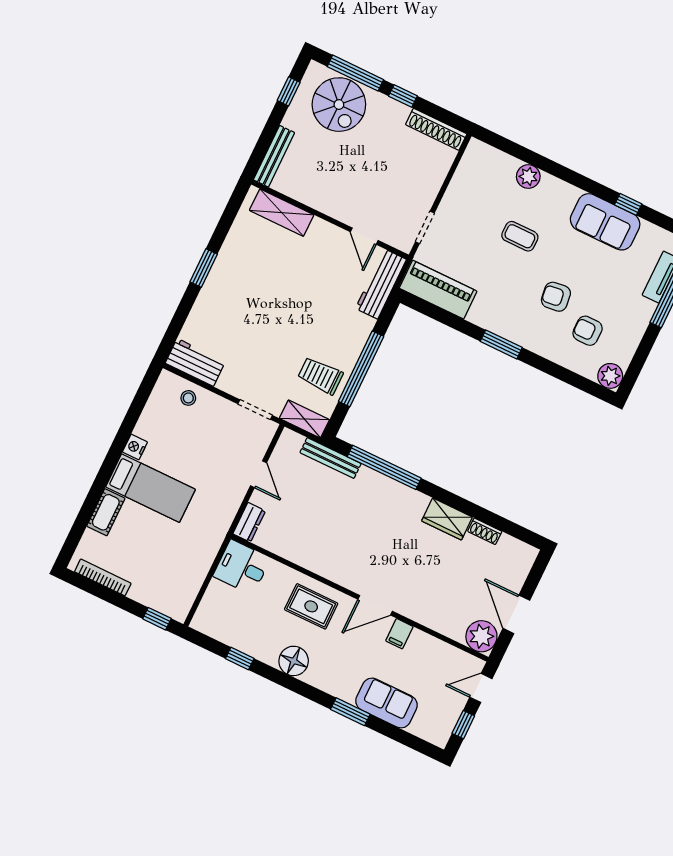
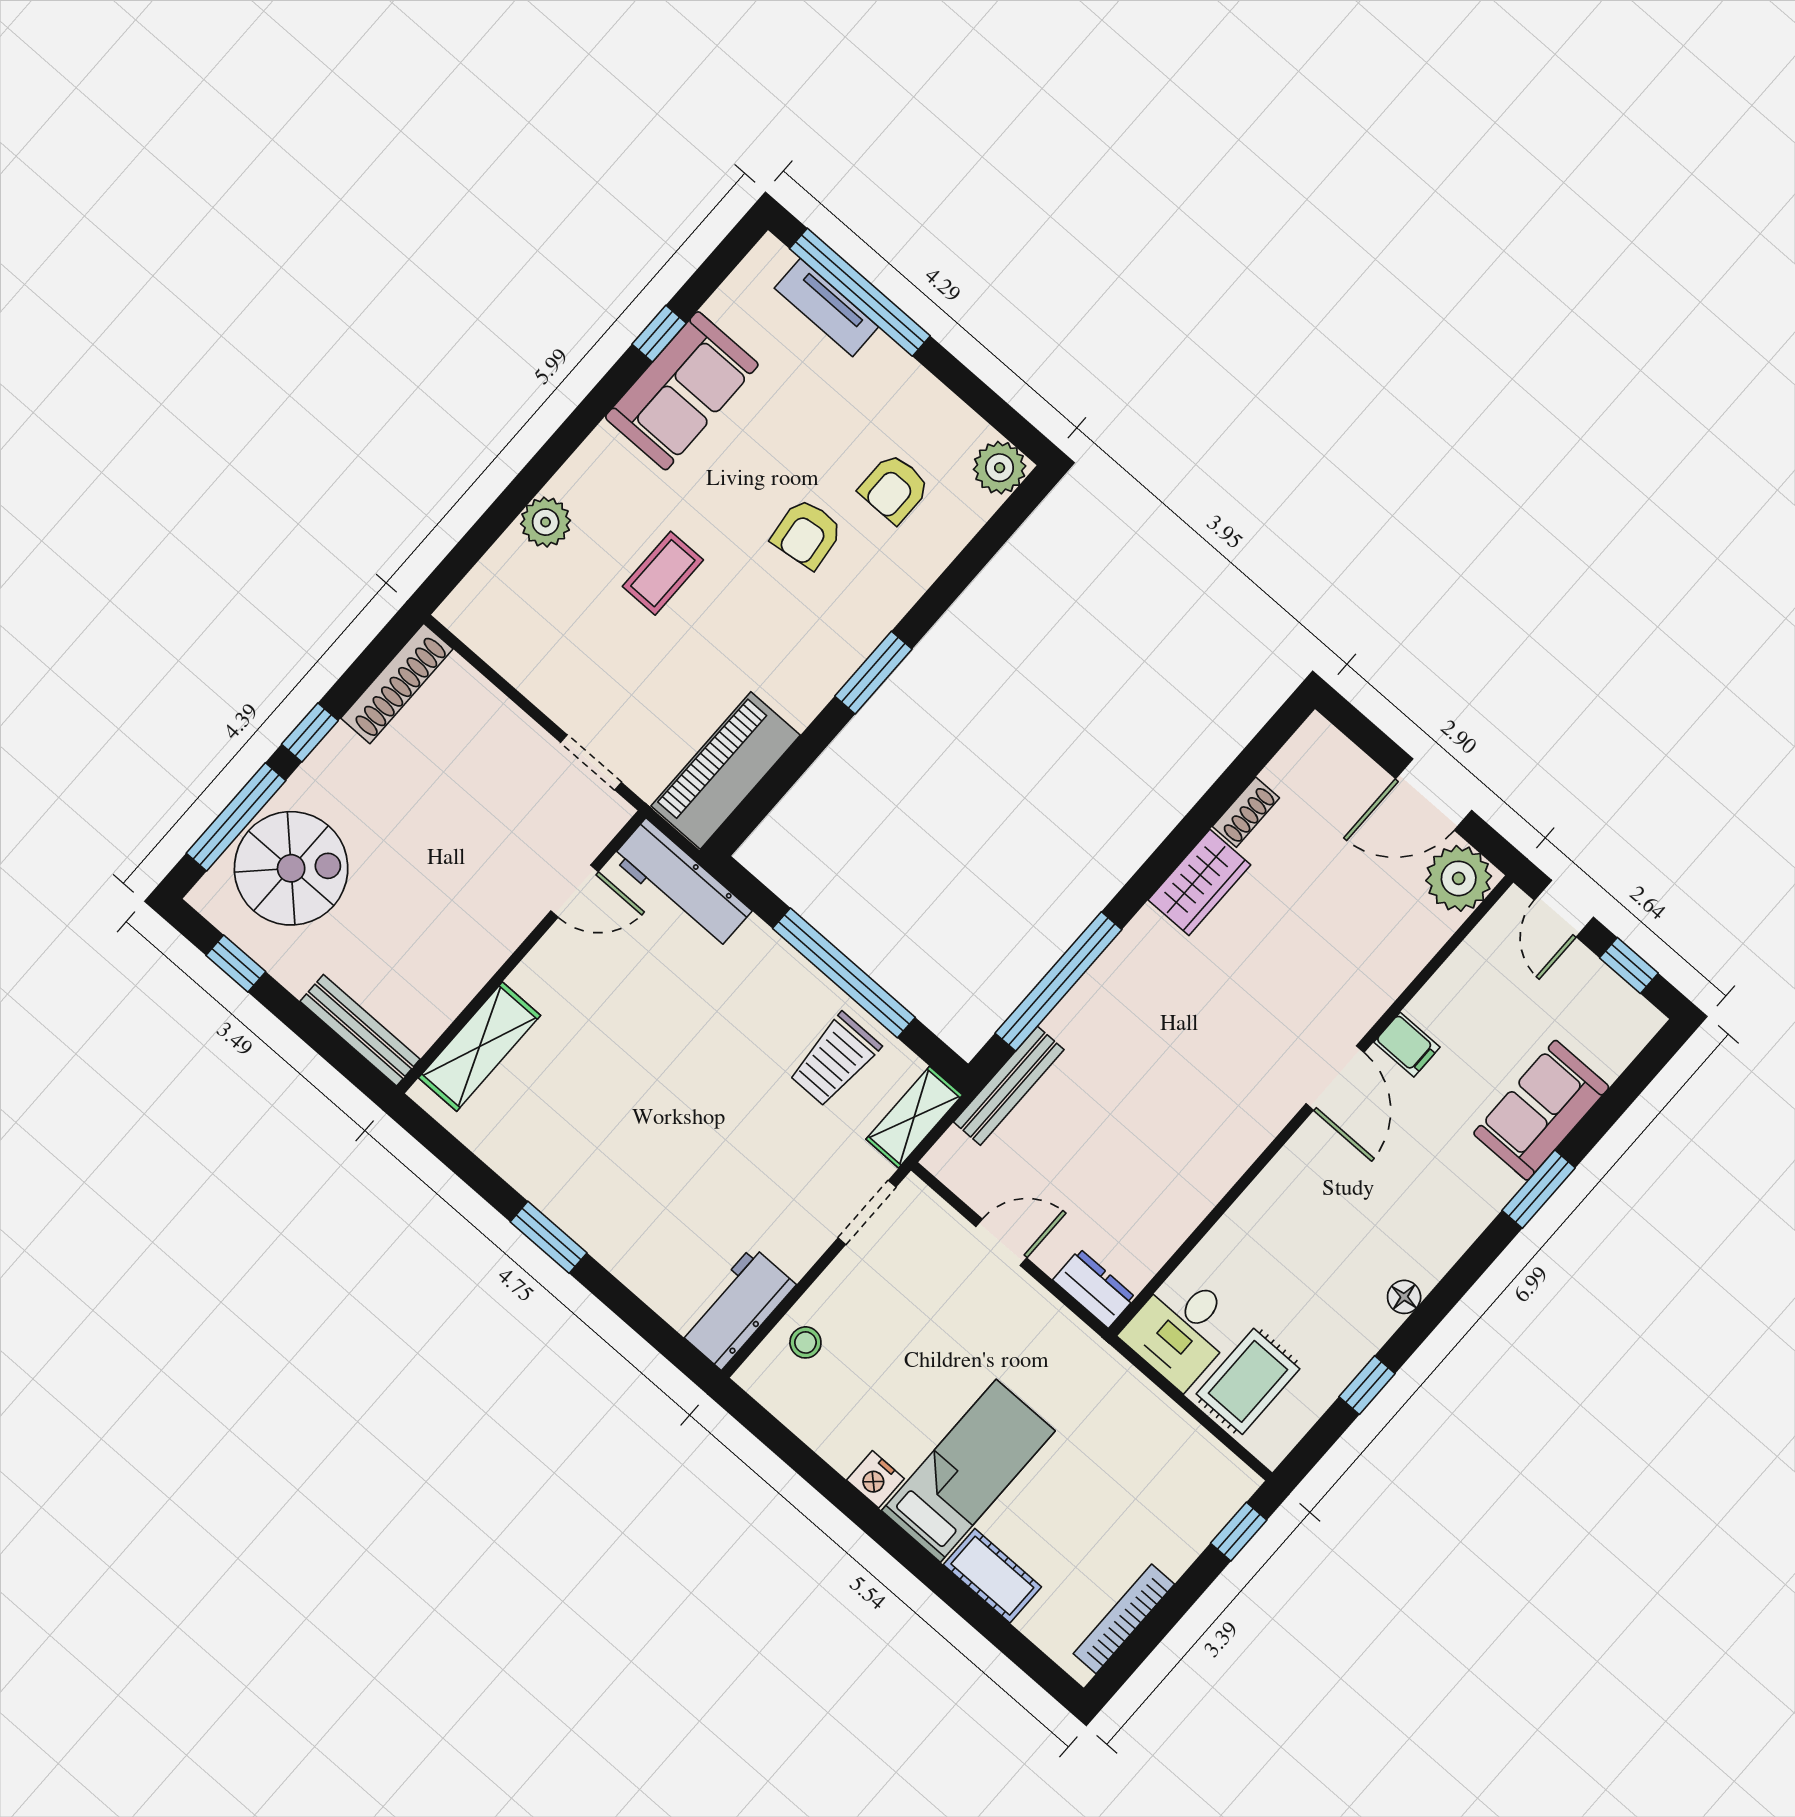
rug: (311, 606) -> (1248, 1381), moved
floor lamp: (294, 661) -> (1404, 1297), width x0.53, depth x0.53

